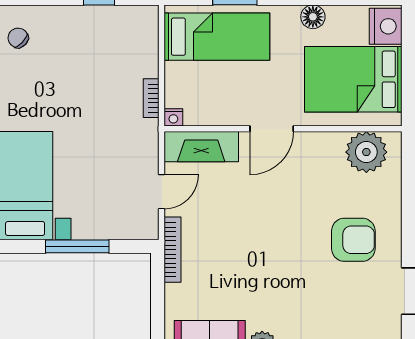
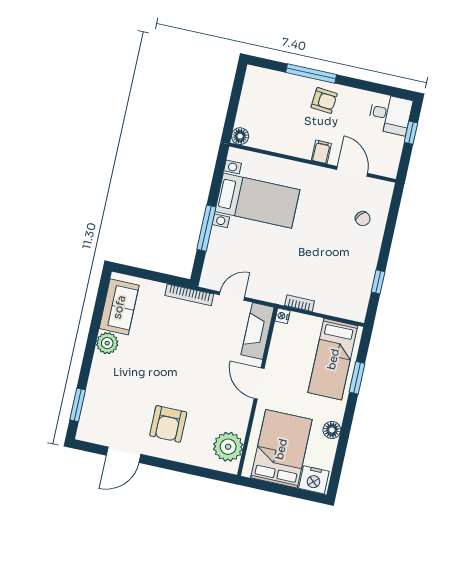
chair: (18, 38) -> (363, 219), turned 88
door: (162, 192) -> (232, 296), swing flipped

